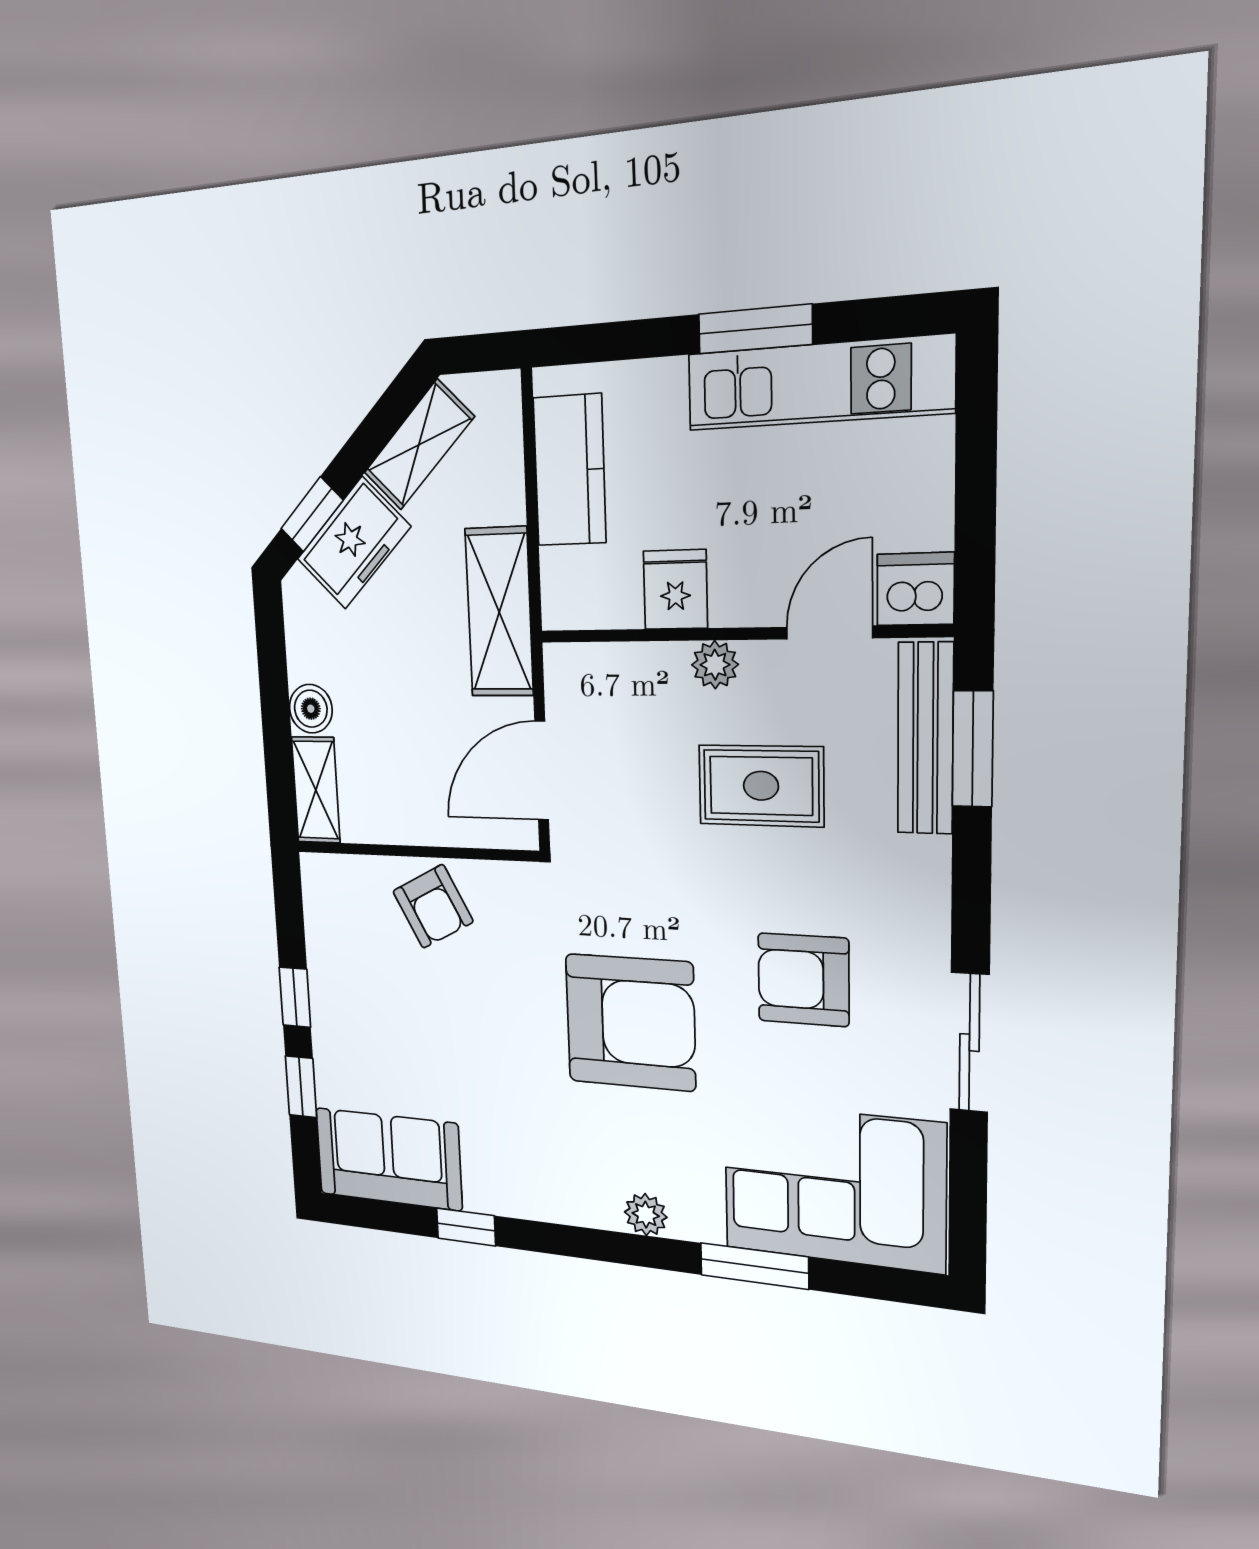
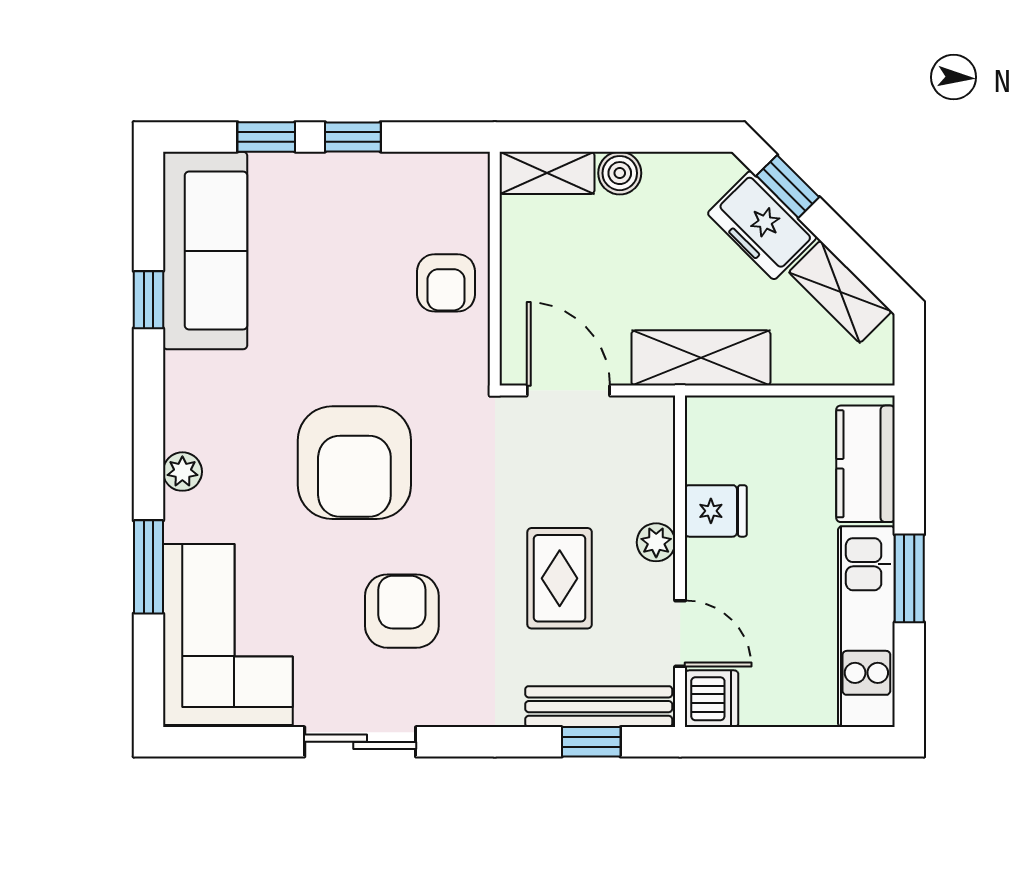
kitchen counter: (570, 470) -> (866, 464), moved, turned 90
window: (973, 749) -> (591, 742), width x0.67
armchair: (433, 906) -> (446, 283), turned -62
sofa: (388, 1159) -> (205, 251), width x1.36

